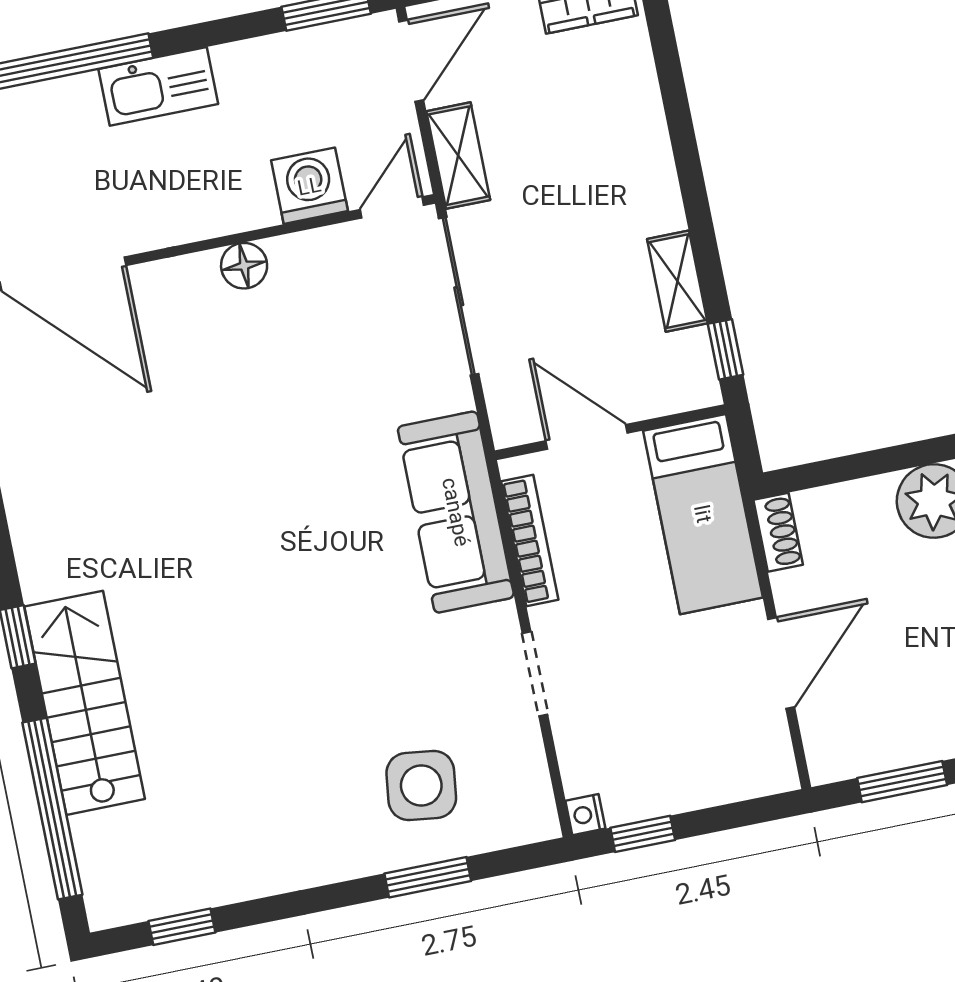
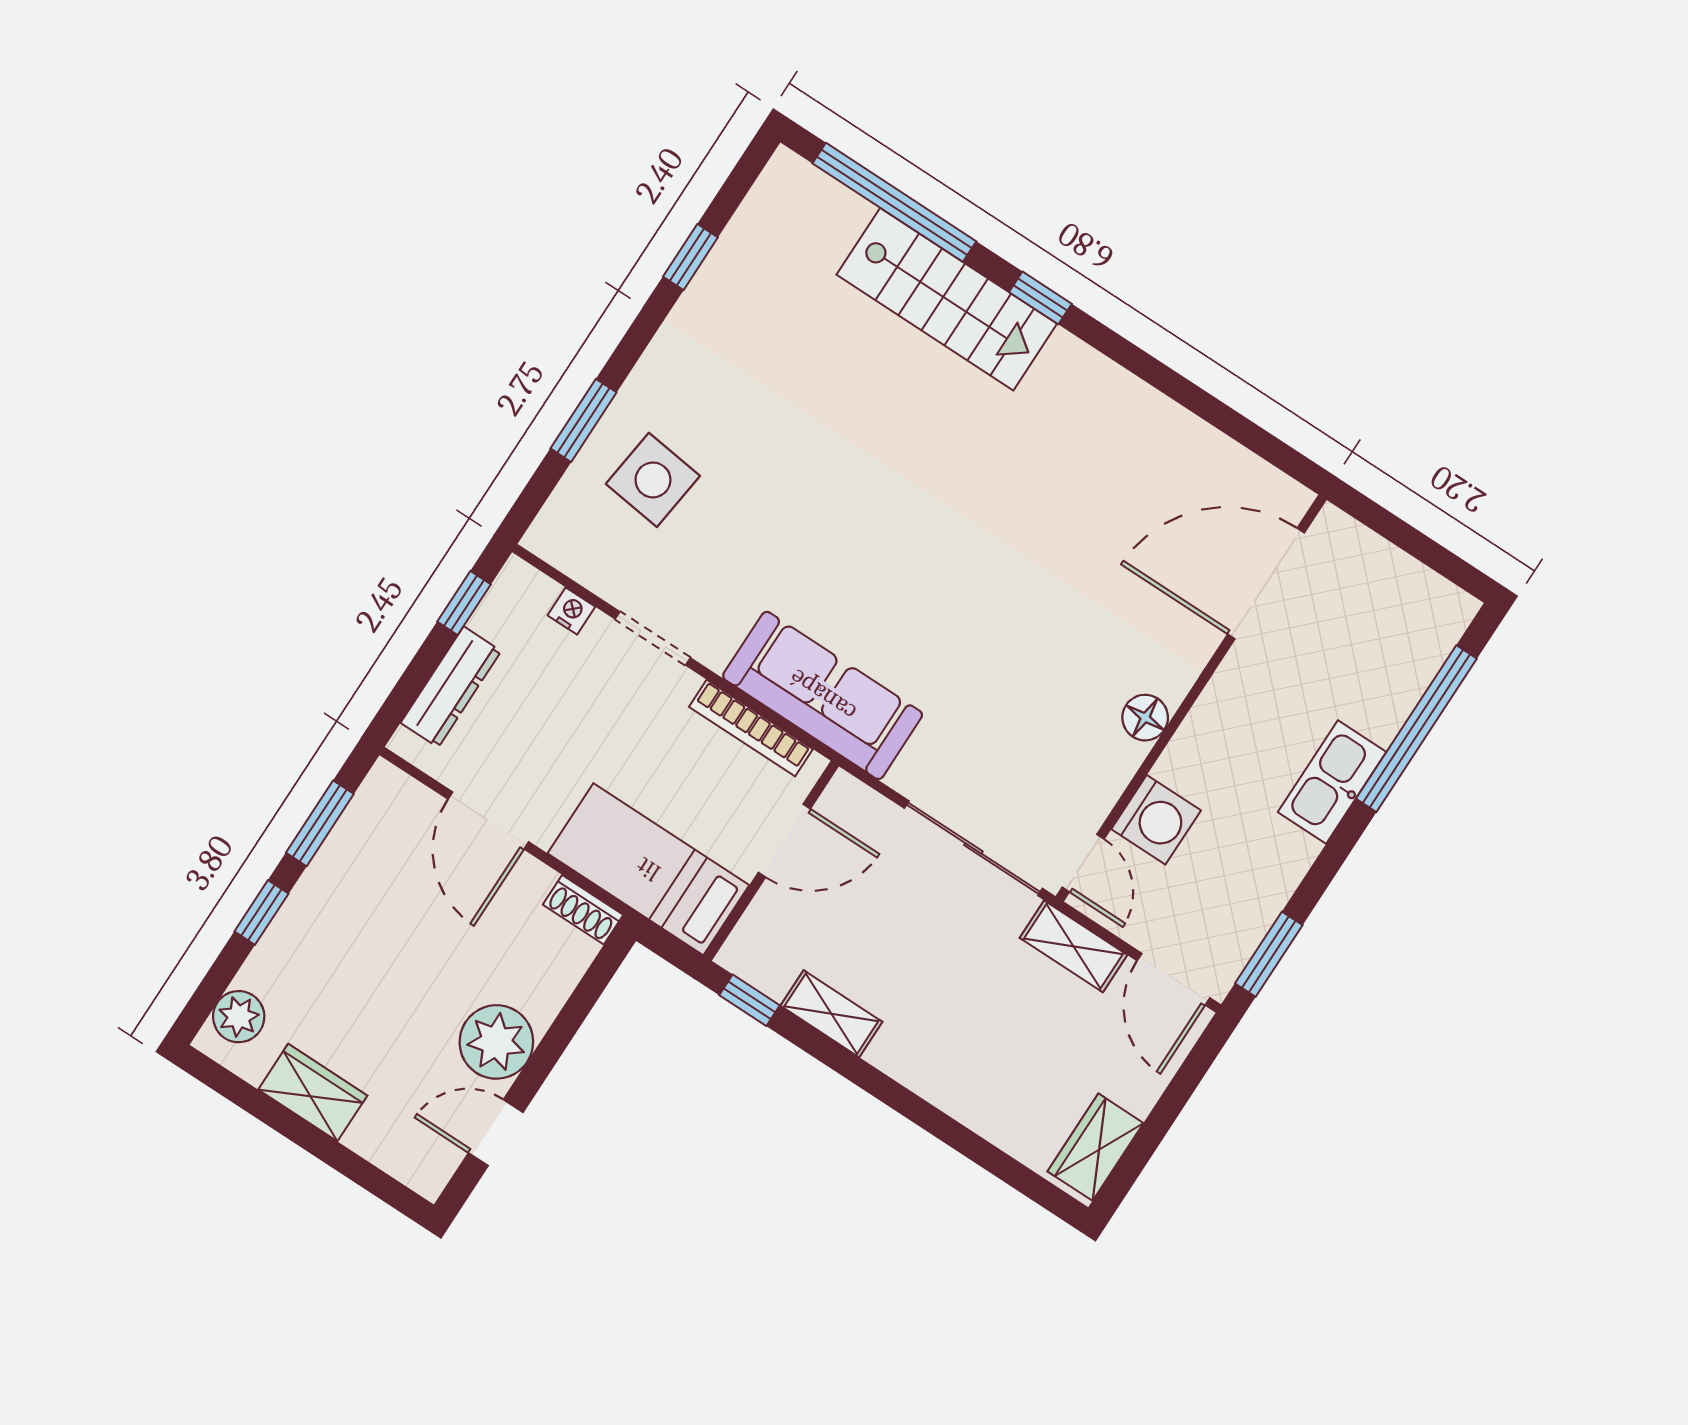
dresser: (712, 784) -> (451, 687), added
nightstand: (585, 815) -> (571, 611), moved
window: (182, 927) -> (690, 257), moved

